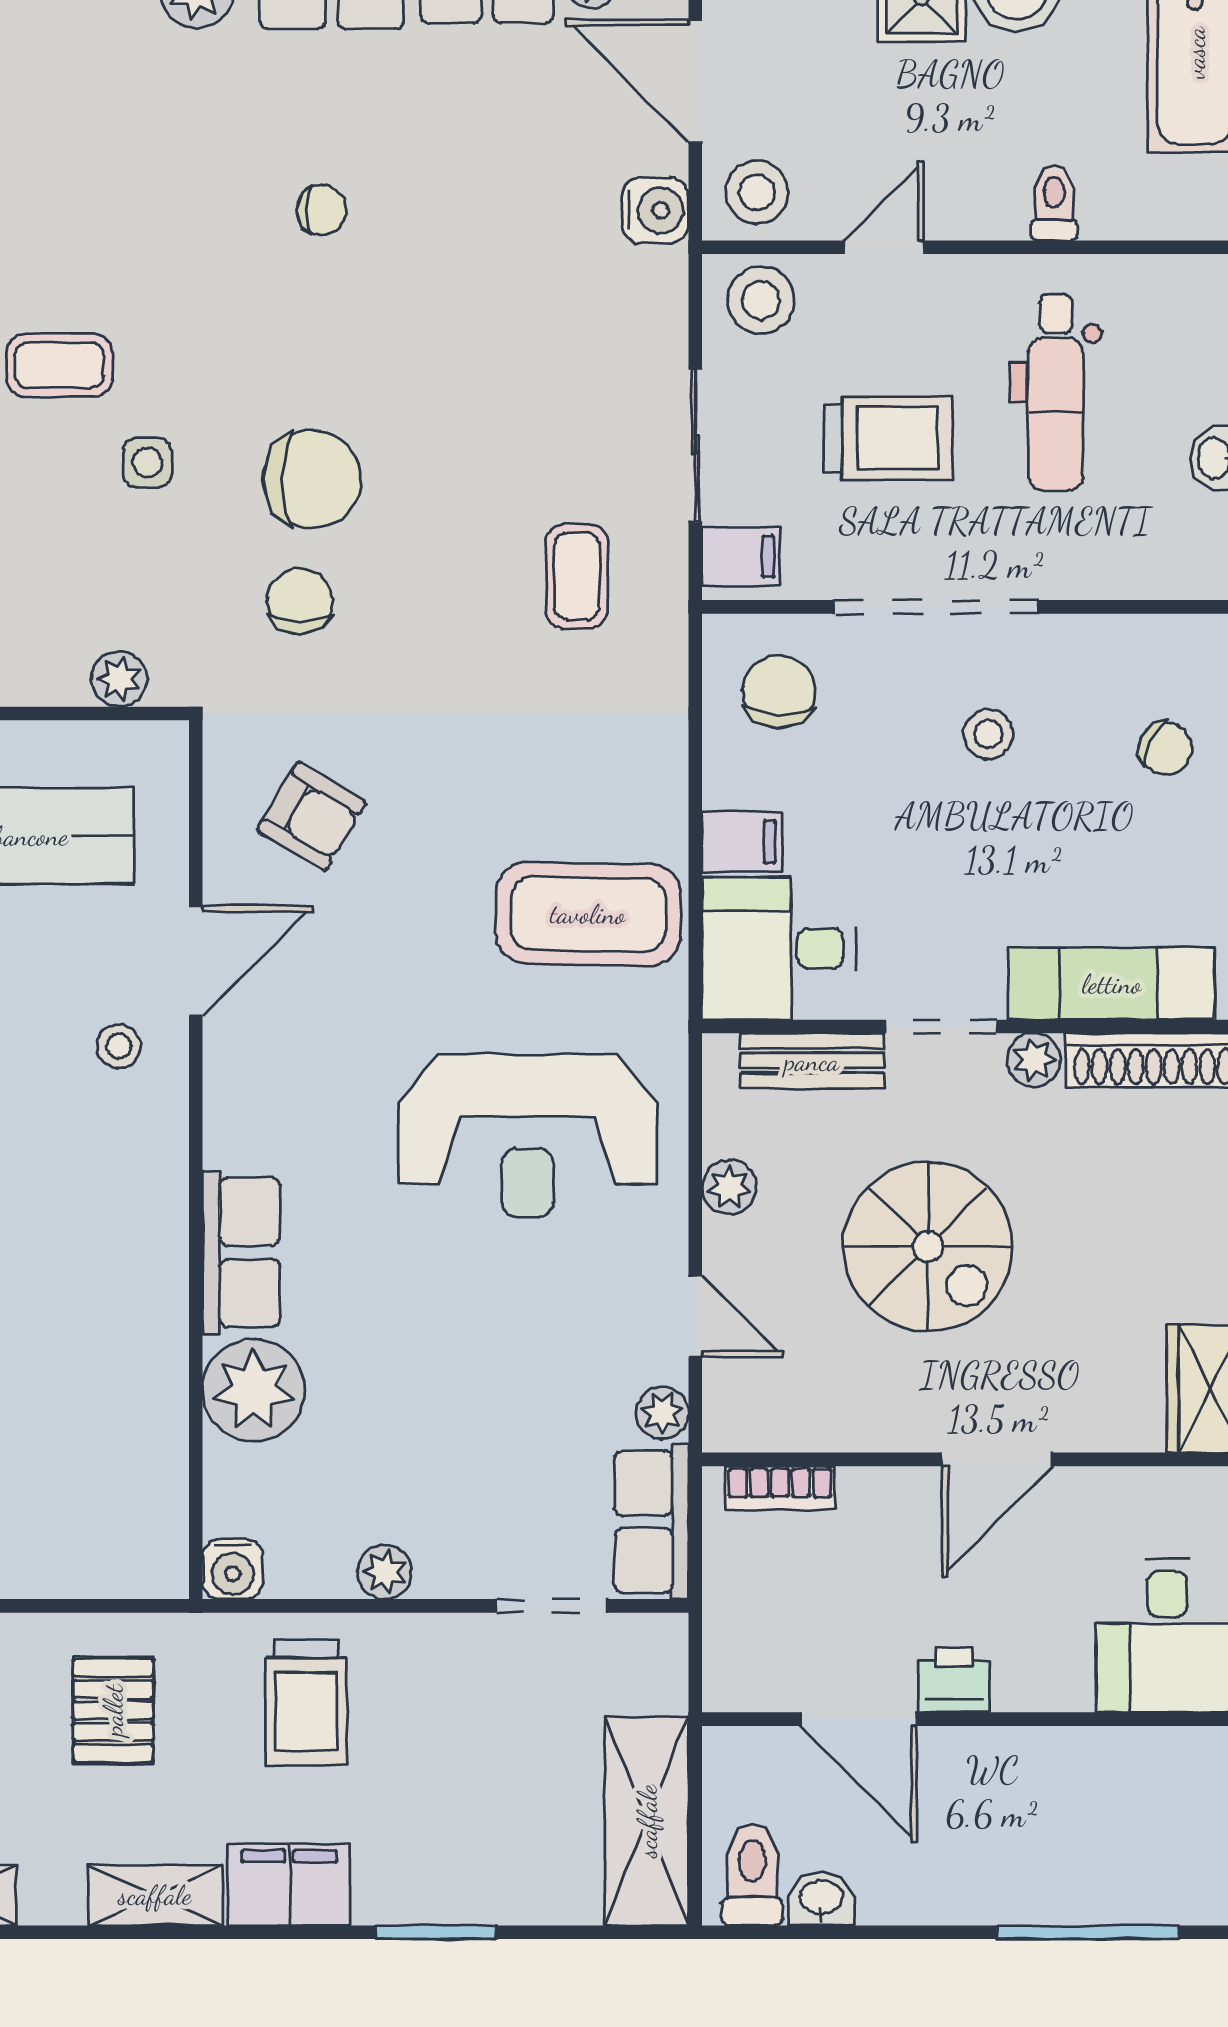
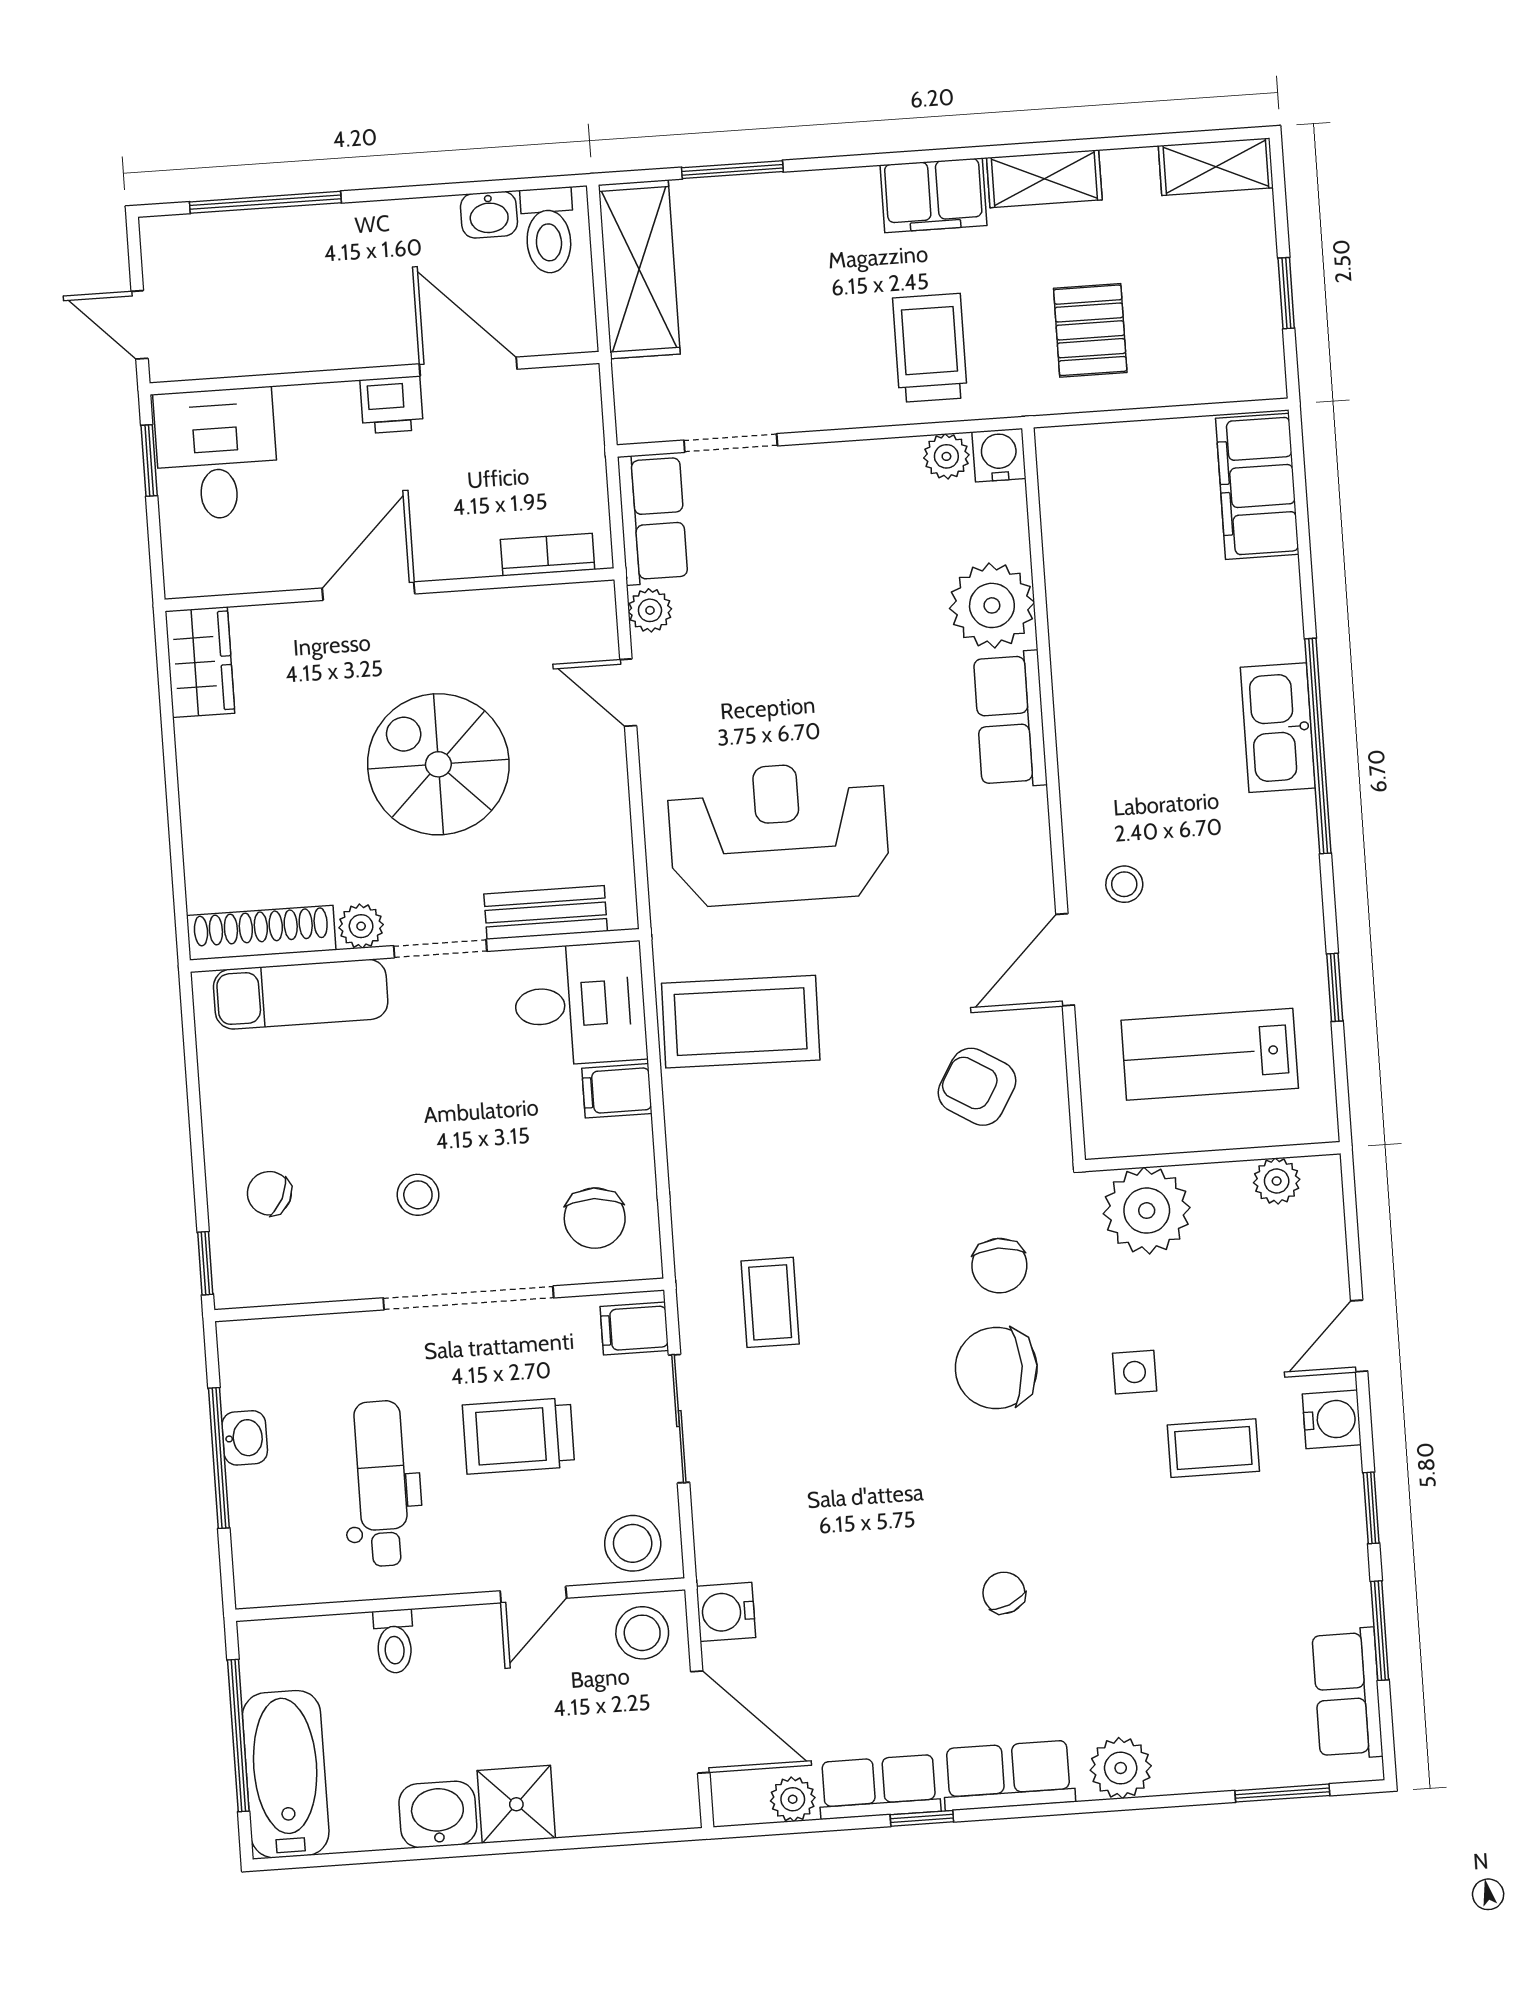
chair: (322, 210) -> (1004, 1593), turned 67
plant: (119, 679) -> (1147, 1211), width x1.87, depth x1.87
plant: (729, 1187) -> (607, 802), removed
plant: (385, 1572) -> (946, 456), moved
window: (436, 1932) -> (732, 170), moved

